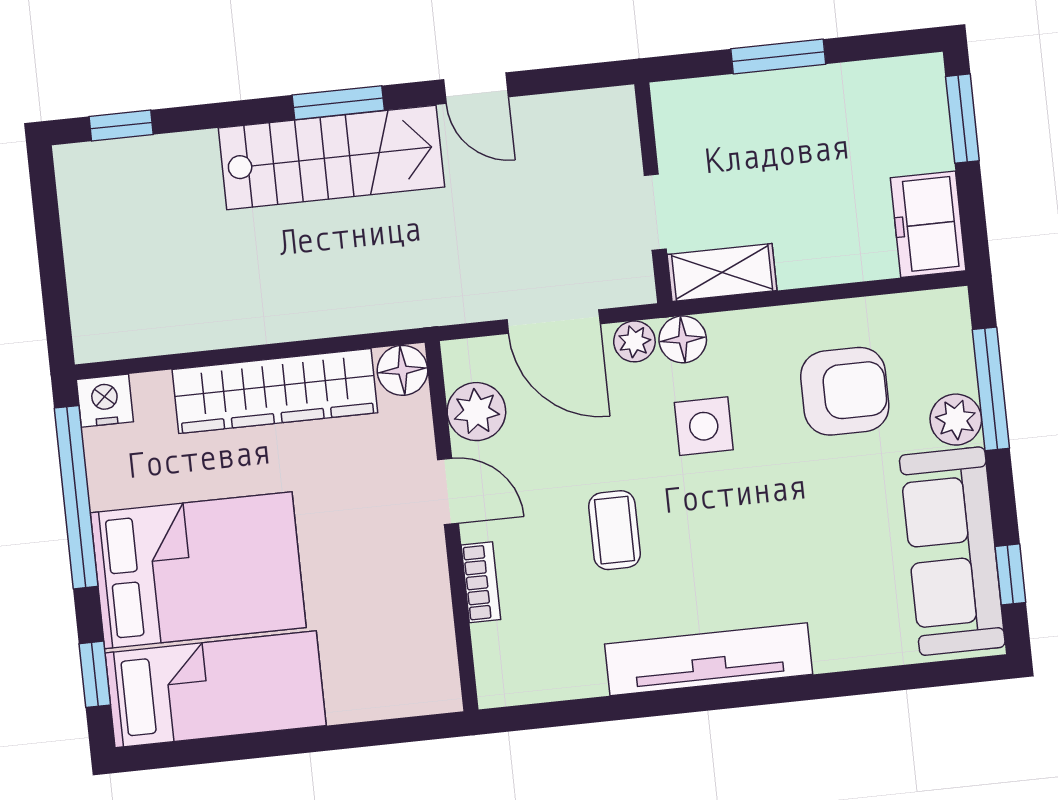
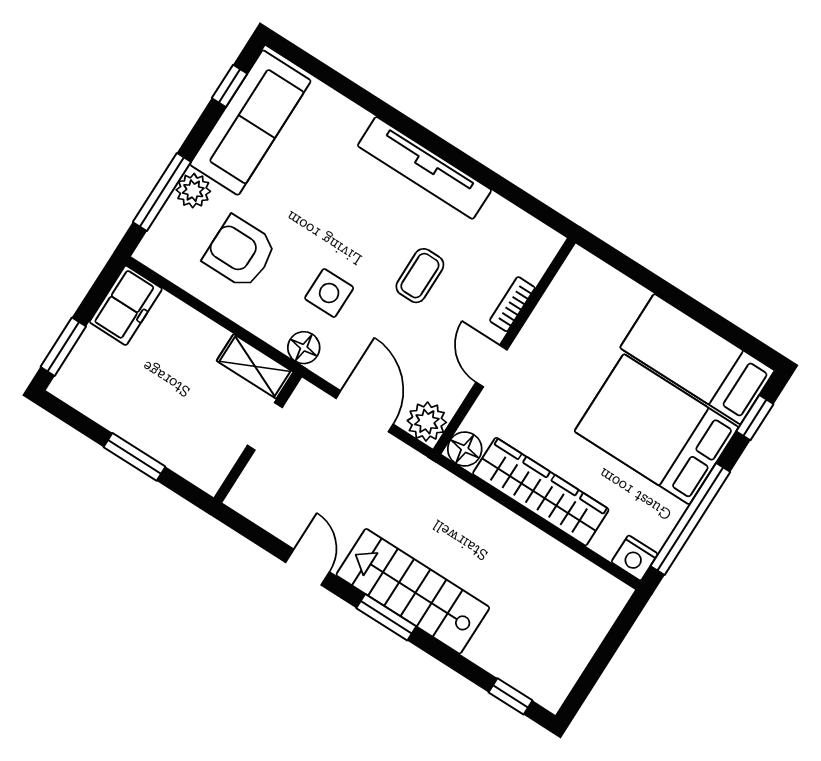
plant: (634, 341) -> (330, 367), removed
plant: (476, 412) -> (427, 422), moved

